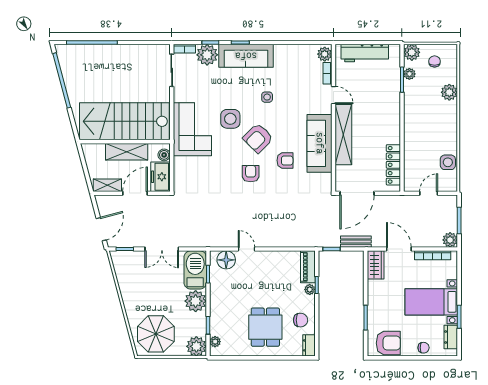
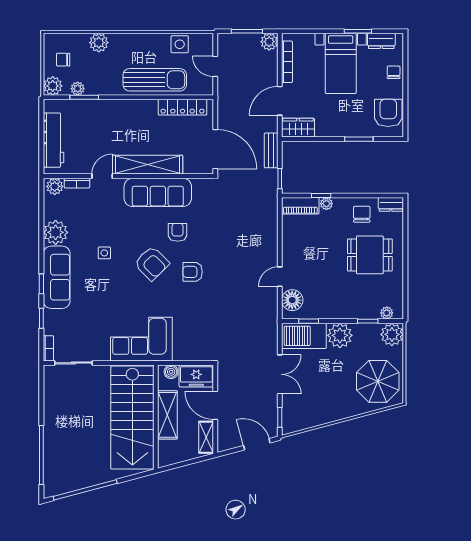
plant: (207, 55) -> (56, 232), moved
side table: (230, 119) -> (129, 295), removed
sun lounger: (417, 141) -> (155, 80), added

